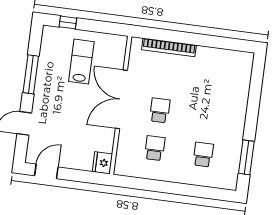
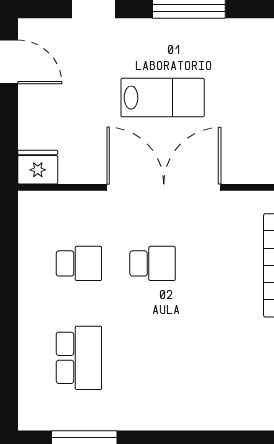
lab bench: (81, 62) -> (163, 98), moved
school desk: (203, 155) -> (79, 358), width x1.85

